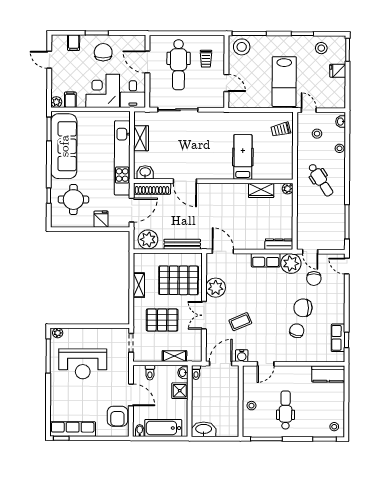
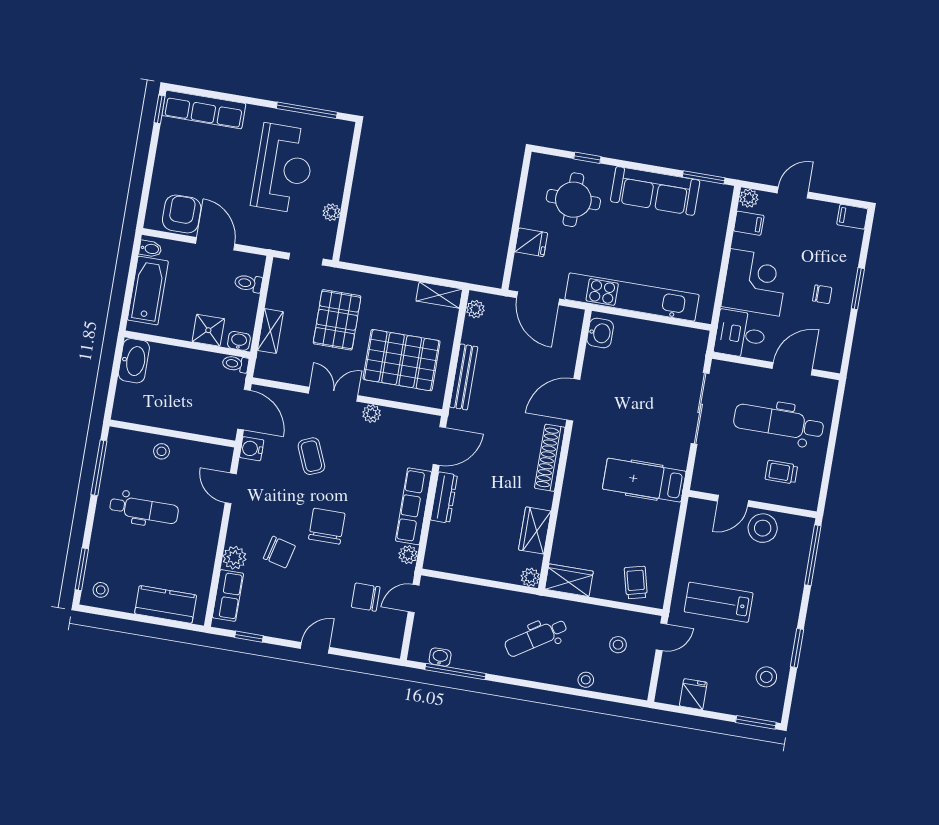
filing cabinet: (74, 43) -> (852, 217), moved
stool: (242, 47) -> (763, 528), moved
chair: (103, 52) -> (822, 294), width x0.54, depth x0.54
door: (49, 60) -> (793, 192), moved
fridge: (338, 71) -> (693, 694), moved
lab bench: (284, 82) -> (719, 602), width x0.73, depth x0.72
washbasin: (341, 122) -> (440, 657), moved
wardrobe: (141, 138) -> (569, 580), moved, turned 180
sofa: (64, 146) -> (655, 191), width x0.74, depth x0.79
hospital bed: (243, 157) -> (644, 480), moved, turned 180
shoe rack: (152, 189) -> (550, 458), moved
plant: (148, 239) -> (475, 309), width x0.53, depth x0.53
dresser: (279, 244) -> (444, 497), moved
row of seats: (266, 260) -> (414, 506), width x1.48
plant: (291, 264) -> (408, 555), width x0.53, depth x0.53
door: (347, 266) -> (315, 648), moved
pallet: (179, 280) -> (402, 360), turned 90
shelving: (139, 285) -> (439, 295), moved
plant: (216, 288) -> (372, 414), width x0.53, depth x0.53
chair: (303, 308) -> (327, 526), moved
plant: (58, 333) -> (331, 212), moved
row of seats: (338, 338) -> (228, 595), moved, turned 90
plant: (304, 355) -> (234, 558), added
reception desk: (83, 364) -> (283, 168), turned 180
kitchen counter: (328, 374) -> (166, 604), moved, turned 90
door: (131, 395) -> (215, 244), swing flipped
armchair: (117, 416) -> (182, 214), turned 90
row of seats: (73, 429) -> (204, 110), moved, turned 90

